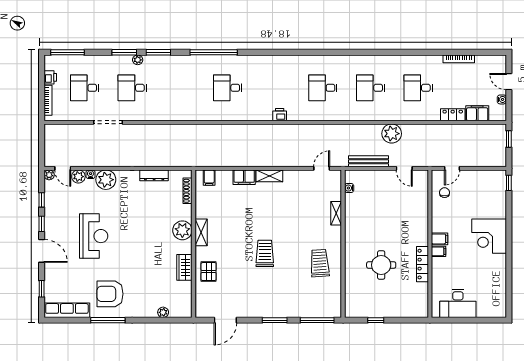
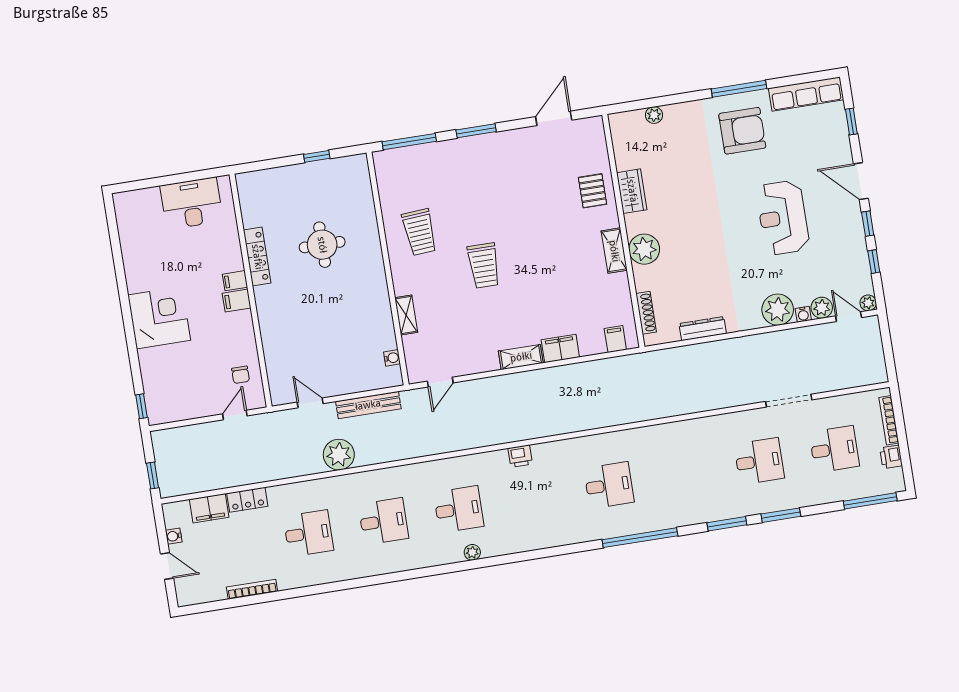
plant: (138, 60) -> (472, 552), moved
trolley: (265, 253) -> (484, 266), moved

